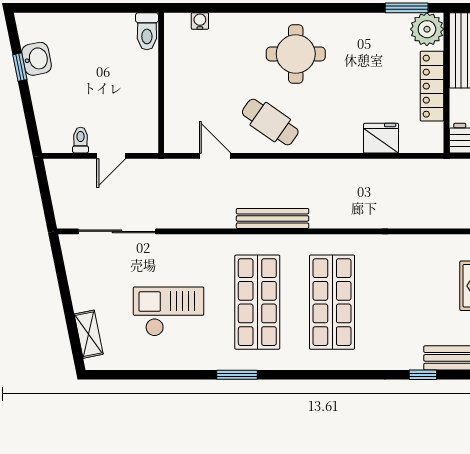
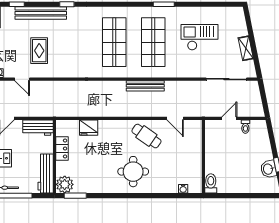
locker: (432, 86) -> (62, 149), width x0.66
checkout: (169, 311) -> (199, 37), turned 180
shelving: (89, 334) -> (246, 48), moved

